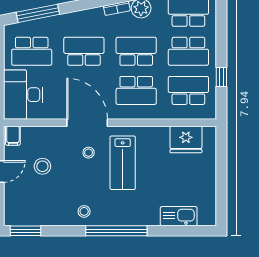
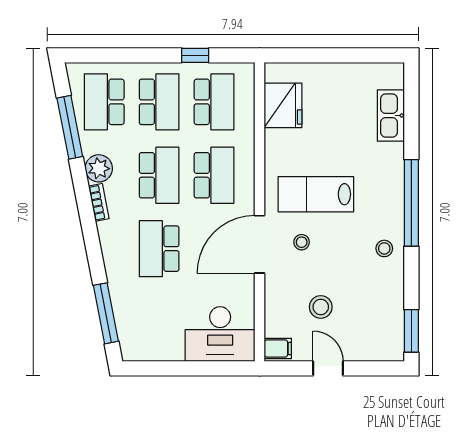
school desk: (32, 51) -> (159, 322), removed
school desk: (136, 51) -> (159, 175), turned 180
school desk: (188, 90) -> (214, 102), turned 180
lab bench: (123, 163) -> (316, 194), turned 180

